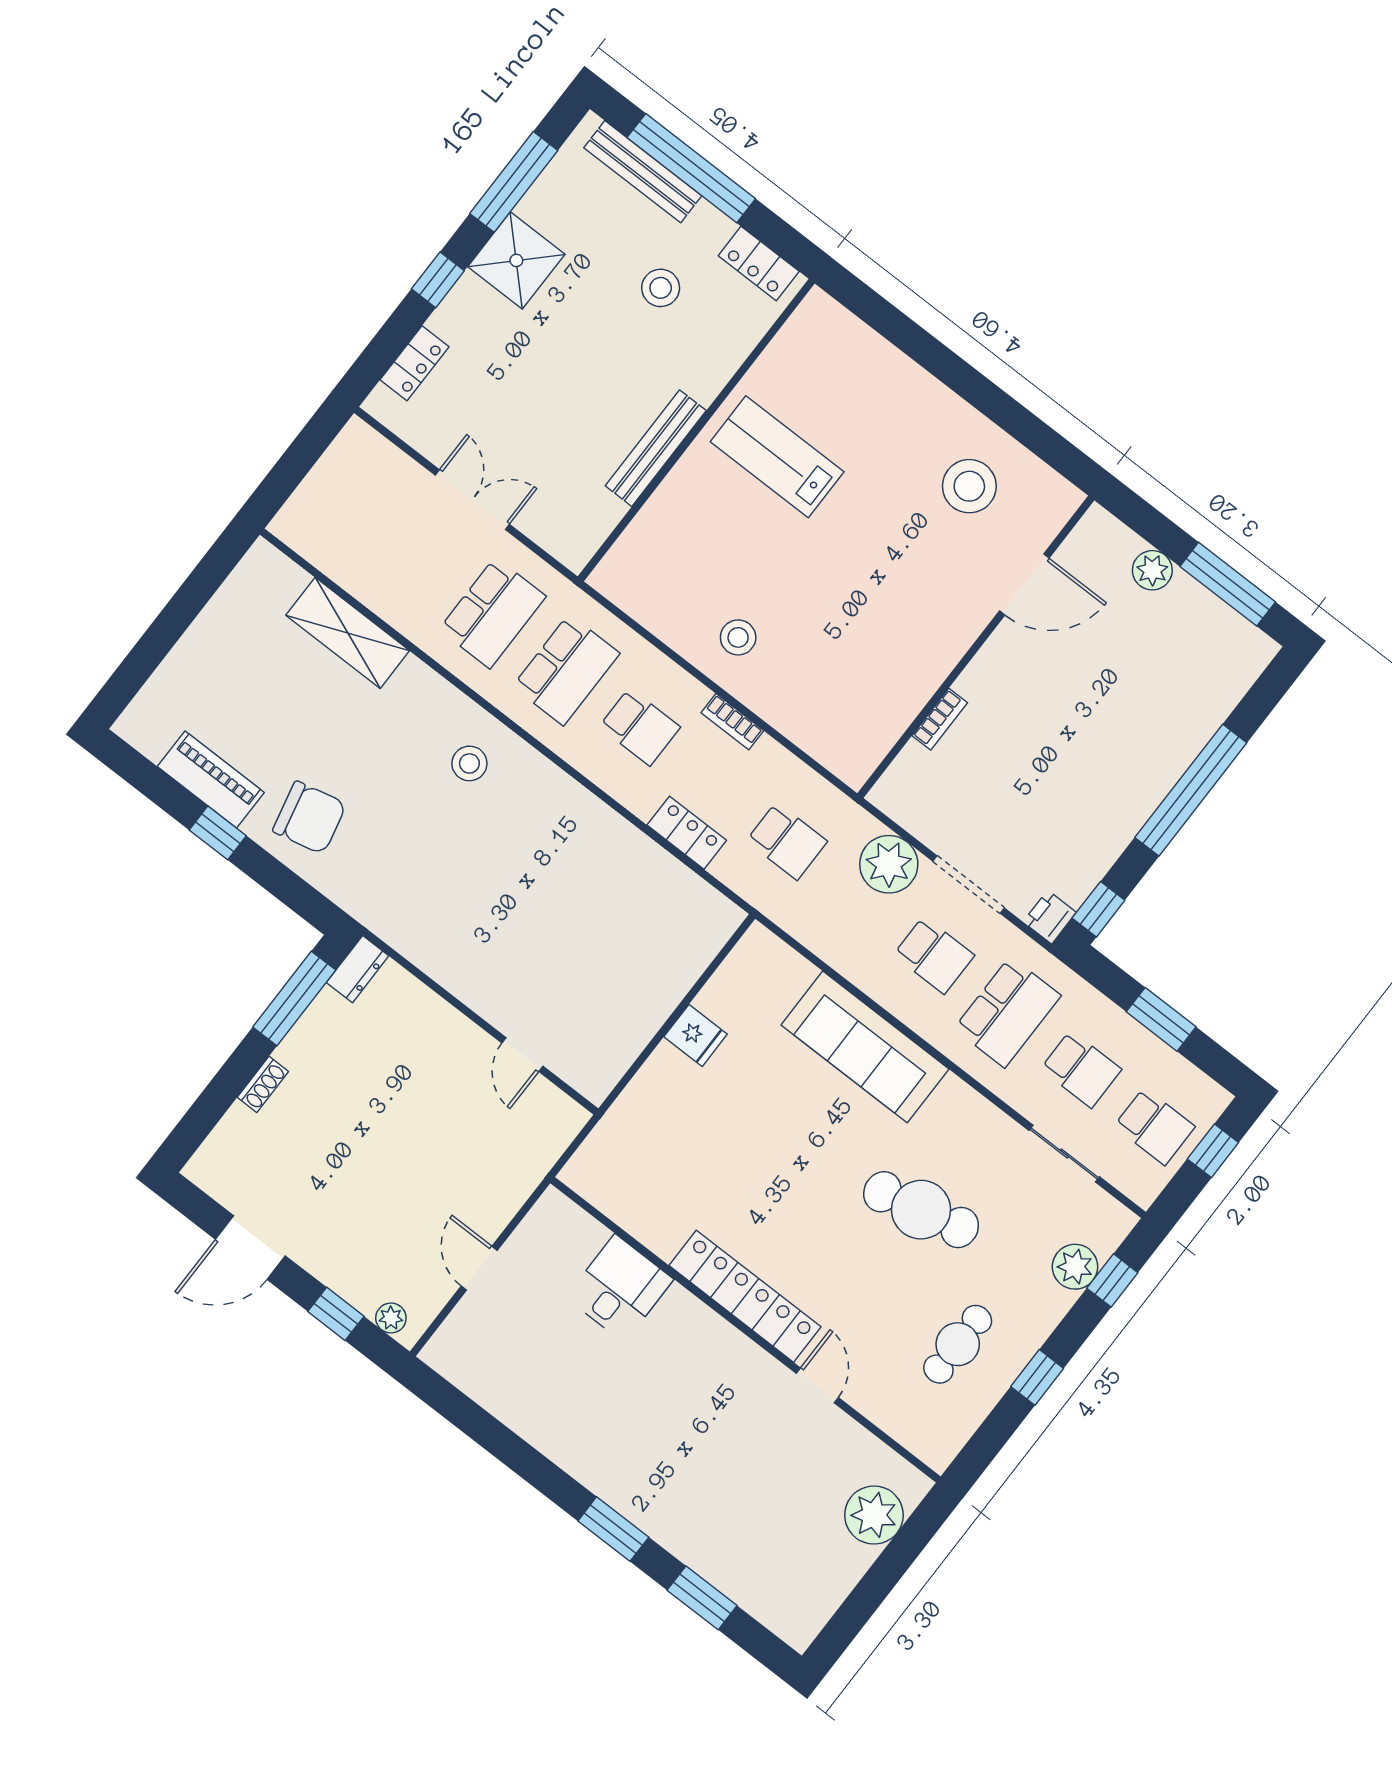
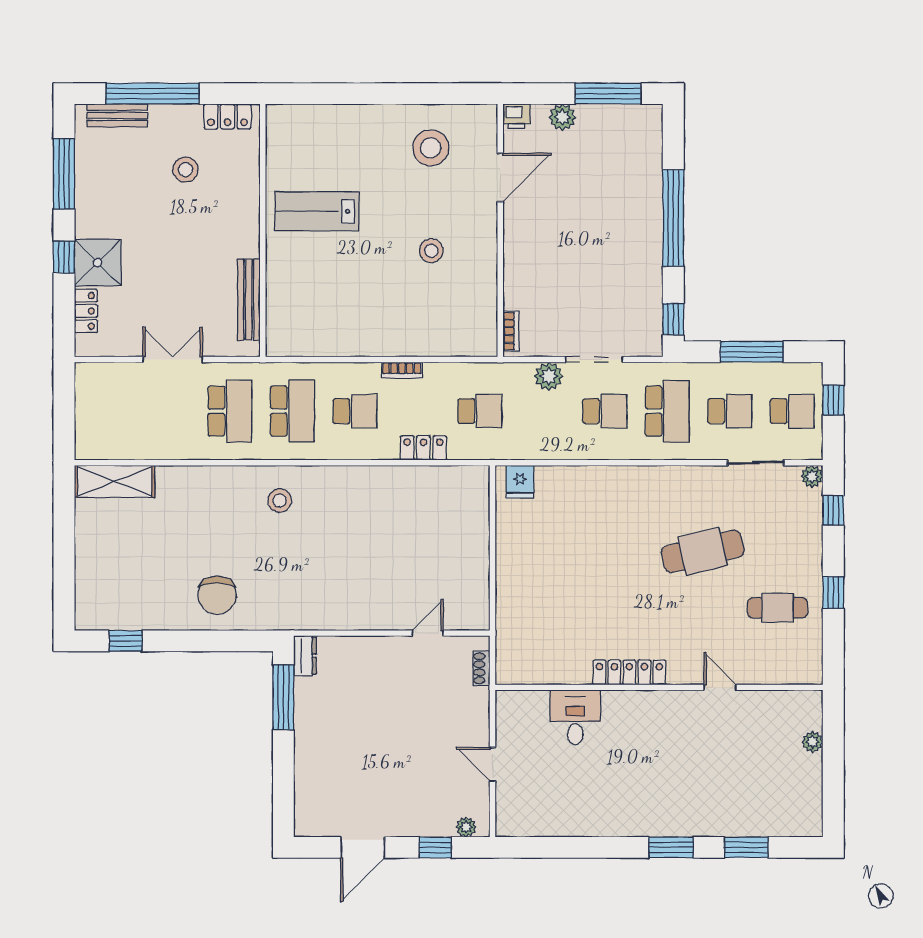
bench: (643, 172) -> (117, 115), width x0.73
shower: (516, 260) -> (98, 263), moved
bench: (656, 448) -> (249, 300), moved
shelving: (348, 633) -> (114, 481), moved
stool: (738, 637) -> (431, 251), moved
bookcase: (940, 719) -> (511, 331), moved
piano: (211, 779) -> (149, 615), removed
chair: (310, 818) -> (217, 595), turned 103
window: (218, 833) -> (126, 641), moved
plant: (889, 864) -> (549, 376), width x0.73, depth x0.73
printer: (1050, 917) -> (516, 116), moved, turned -90
window: (1161, 1019) -> (752, 352), width x1.44
fridge: (696, 1035) -> (520, 482), moved, turned 90
sofa: (865, 1047) -> (606, 488), removed
door: (522, 1055) -> (428, 633), swing flipped
shoe rack: (263, 1084) -> (481, 668), moved, turned 180
plant: (1075, 1267) -> (812, 476), moved, width x0.73, depth x0.73
locker: (745, 1296) -> (629, 672), width x0.71, depth x0.83
cafe table: (958, 1344) -> (778, 608), turned 90
plant: (874, 1515) -> (813, 742), width x0.53, depth x0.53

